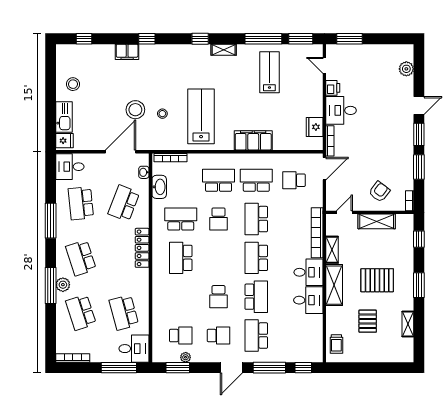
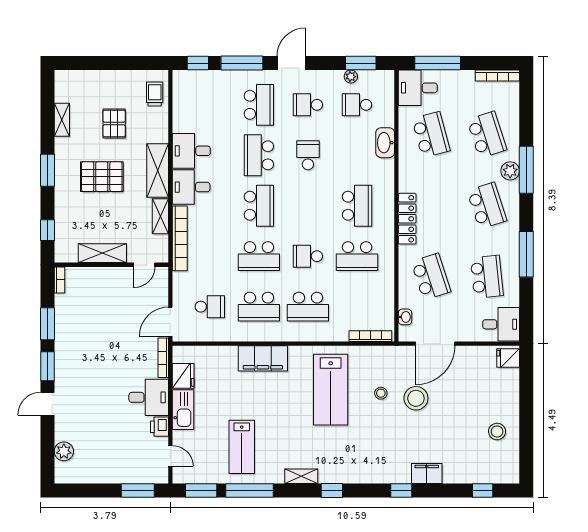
kitchen sink: (64, 117) -> (183, 410), moved, turned 180
washbasin: (159, 187) -> (385, 143), moved
armchair: (379, 192) -> (99, 292), removed
school desk: (124, 203) -> (431, 277), turned -39
school desk: (219, 219) -> (308, 256), turned -90
school desk: (256, 219) -> (259, 256), turned 90

